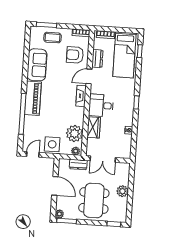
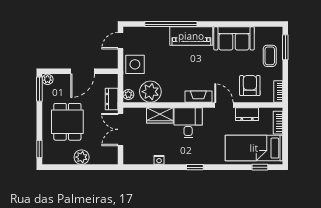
door: (33, 154) -> (120, 41), swing flipped
dining table: (94, 200) -> (67, 122), width x0.73

